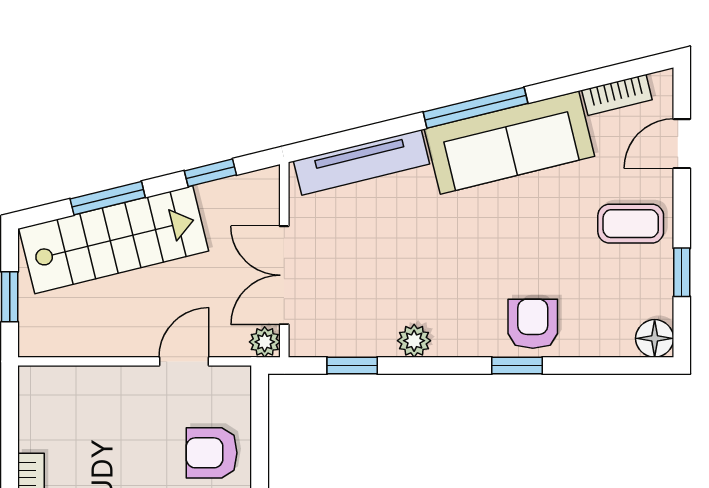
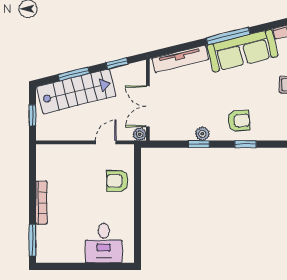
armchair: (533, 324) -> (239, 121), moved, turned 85
window: (352, 365) -> (199, 144), moved

